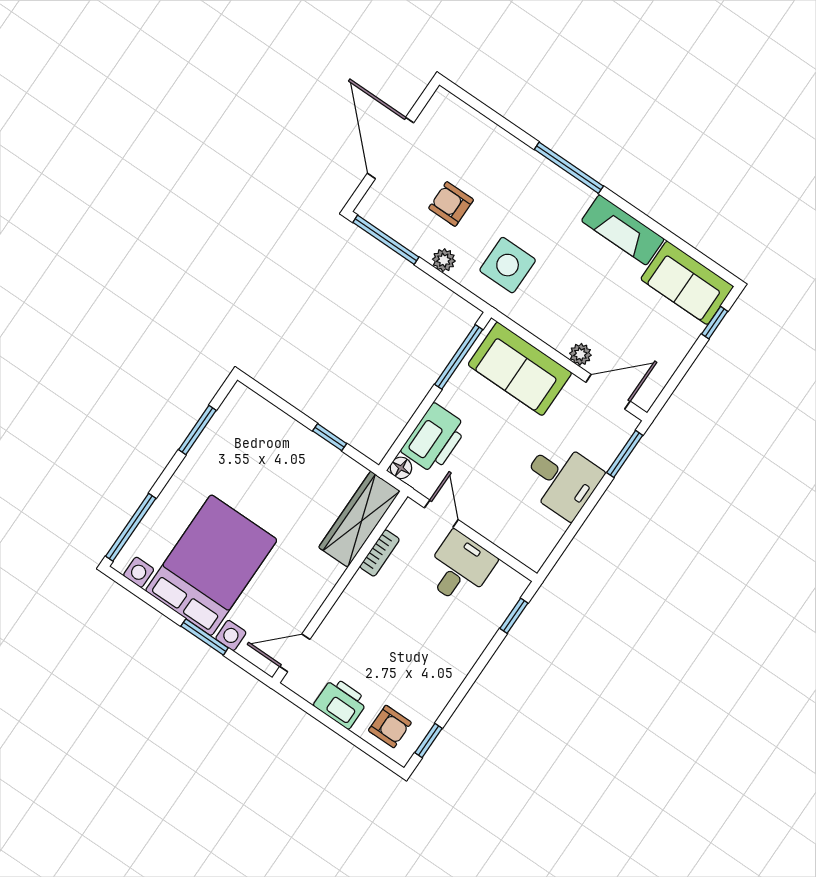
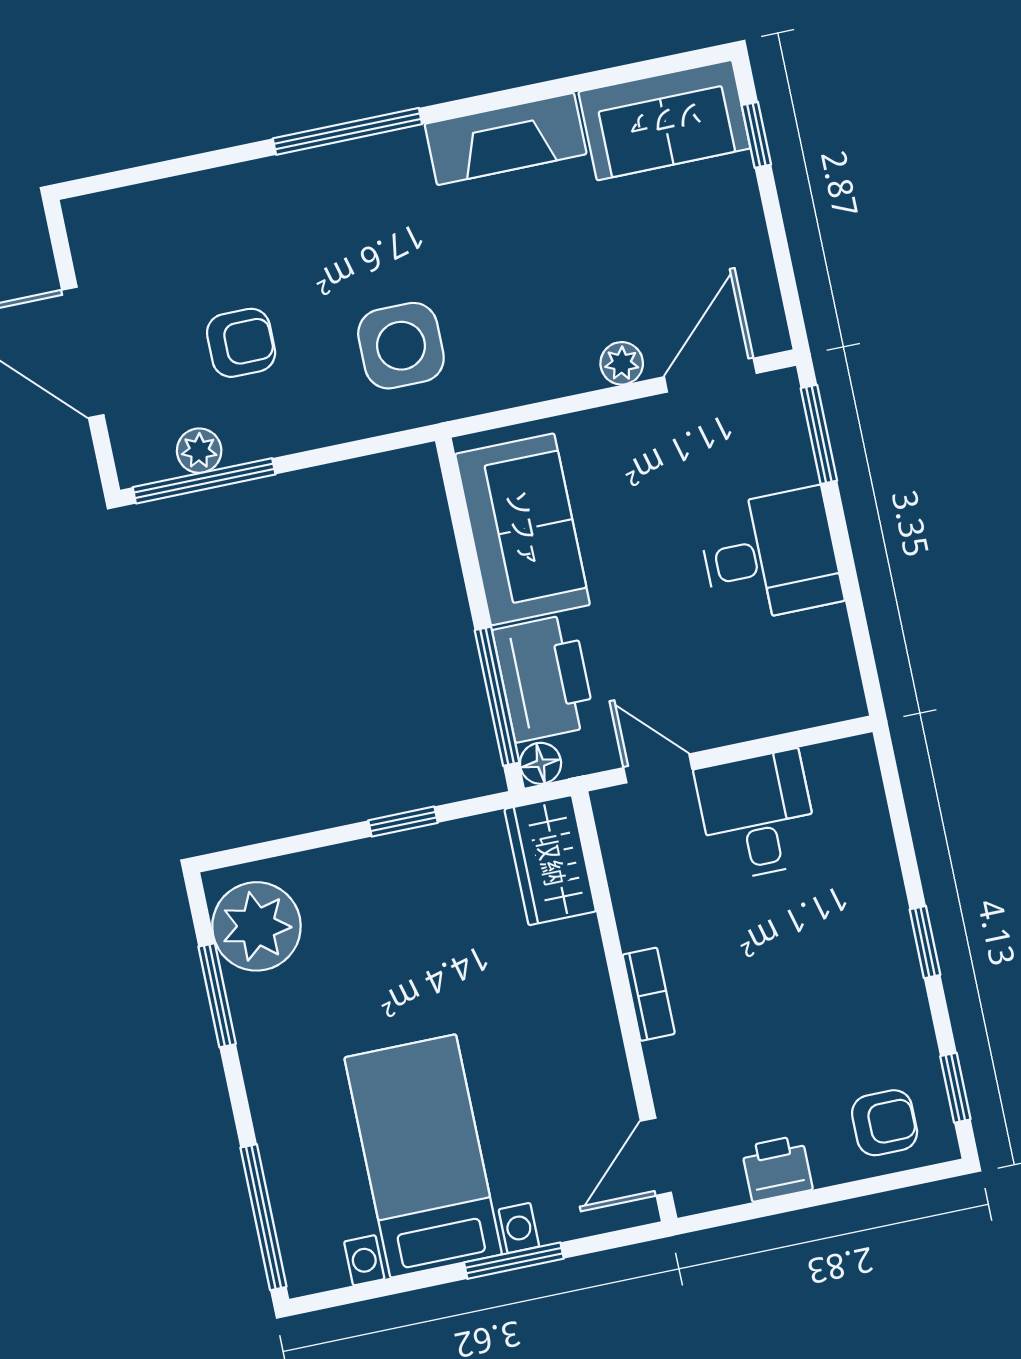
armchair: (451, 204) -> (241, 343), turned 180
plant: (444, 260) -> (199, 451), moved
window: (459, 357) -> (497, 696), moved
sofa: (520, 369) -> (523, 529), moved, turned -90
plant: (237, 420) -> (256, 926), added
wardrobe: (359, 519) -> (550, 860), width x0.67
bookcase: (380, 553) -> (649, 994), moved
bed with nightstands: (211, 565) -> (423, 1156), width x0.73
window: (514, 616) -> (925, 942), moved
printer: (341, 703) -> (777, 1168), width x0.73, depth x0.81

